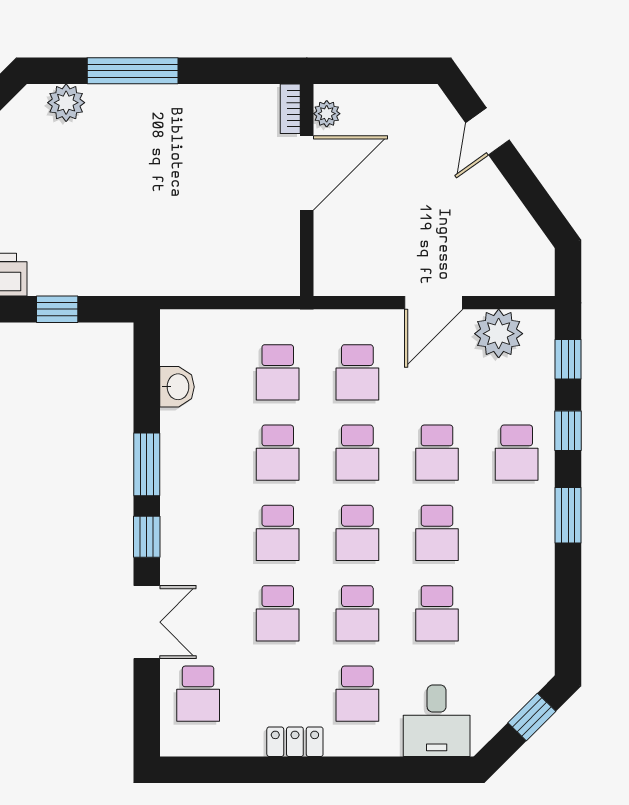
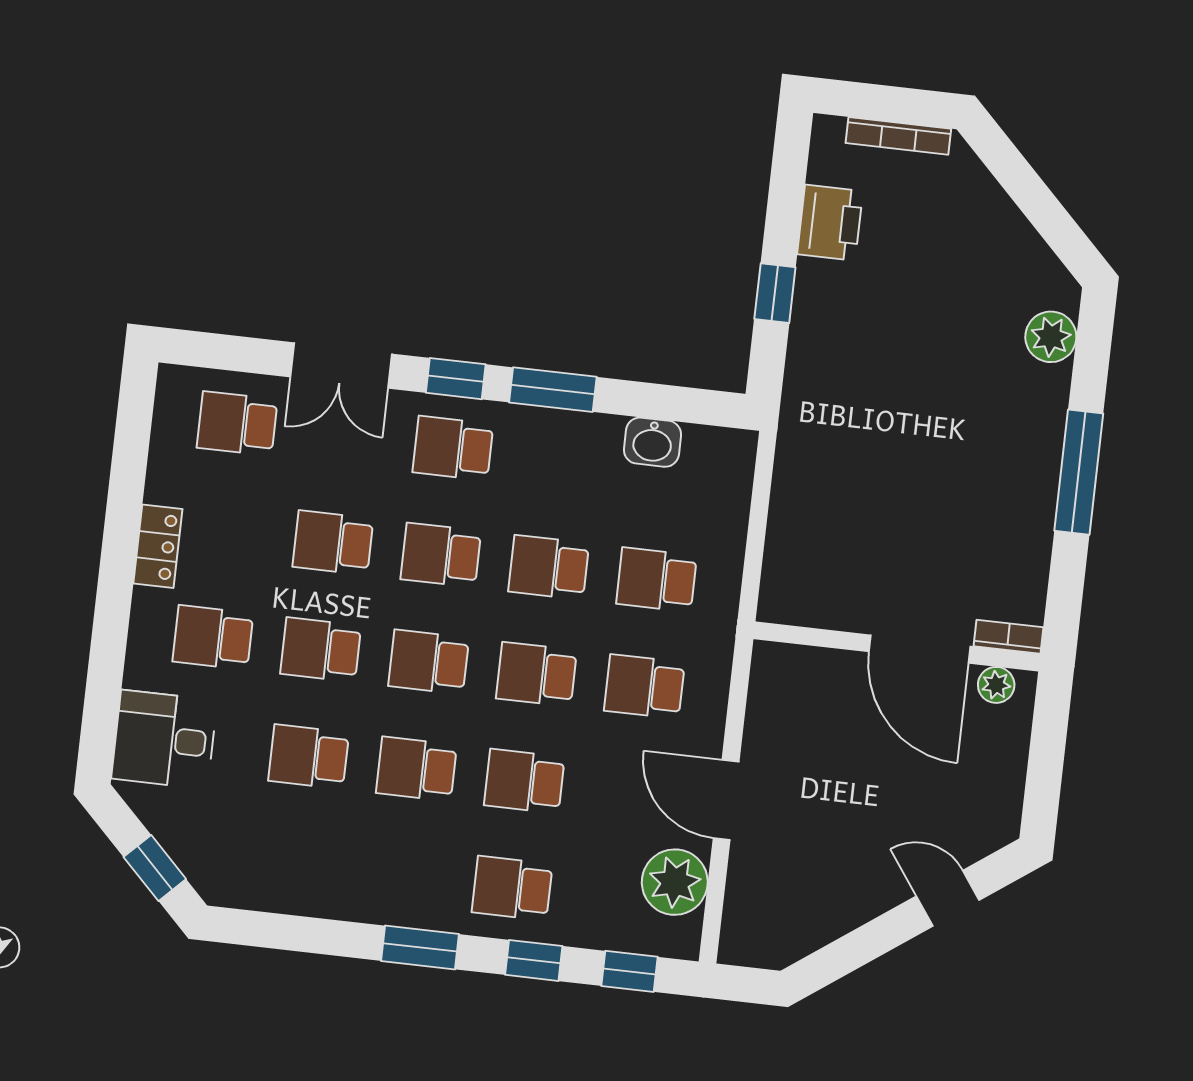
window: (133, 71) -> (1079, 472), moved
school desk: (198, 533) -> (453, 448), added

